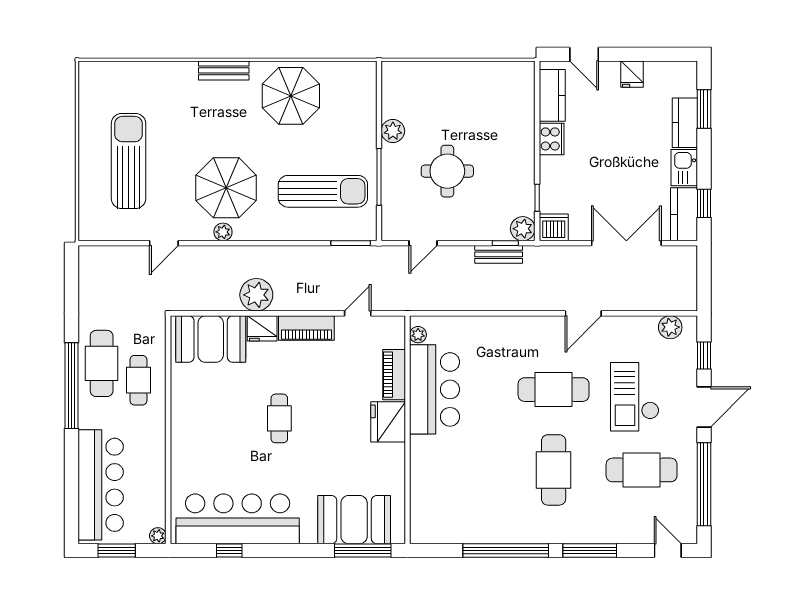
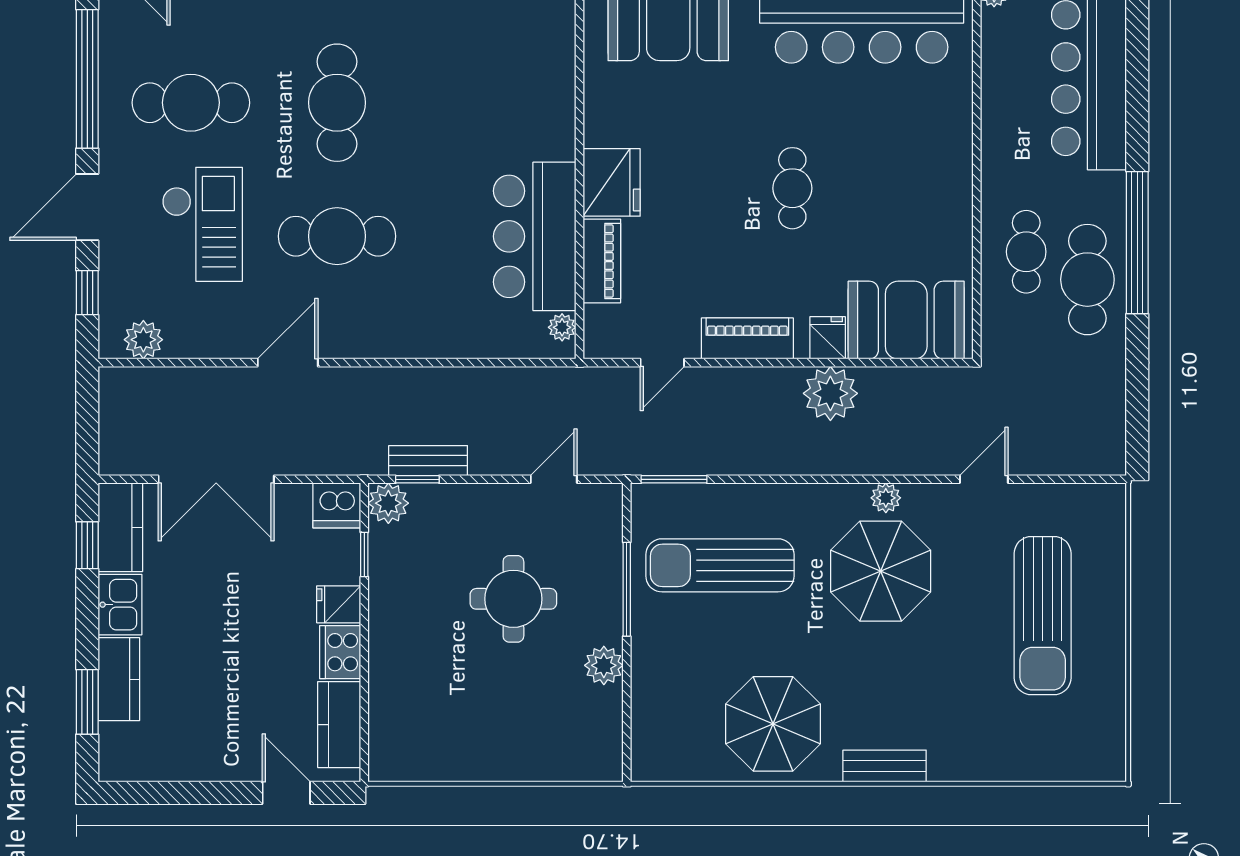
fridge: (632, 74) -> (339, 604), moved, turned -90
fridge: (262, 328) -> (828, 338), width x0.72

